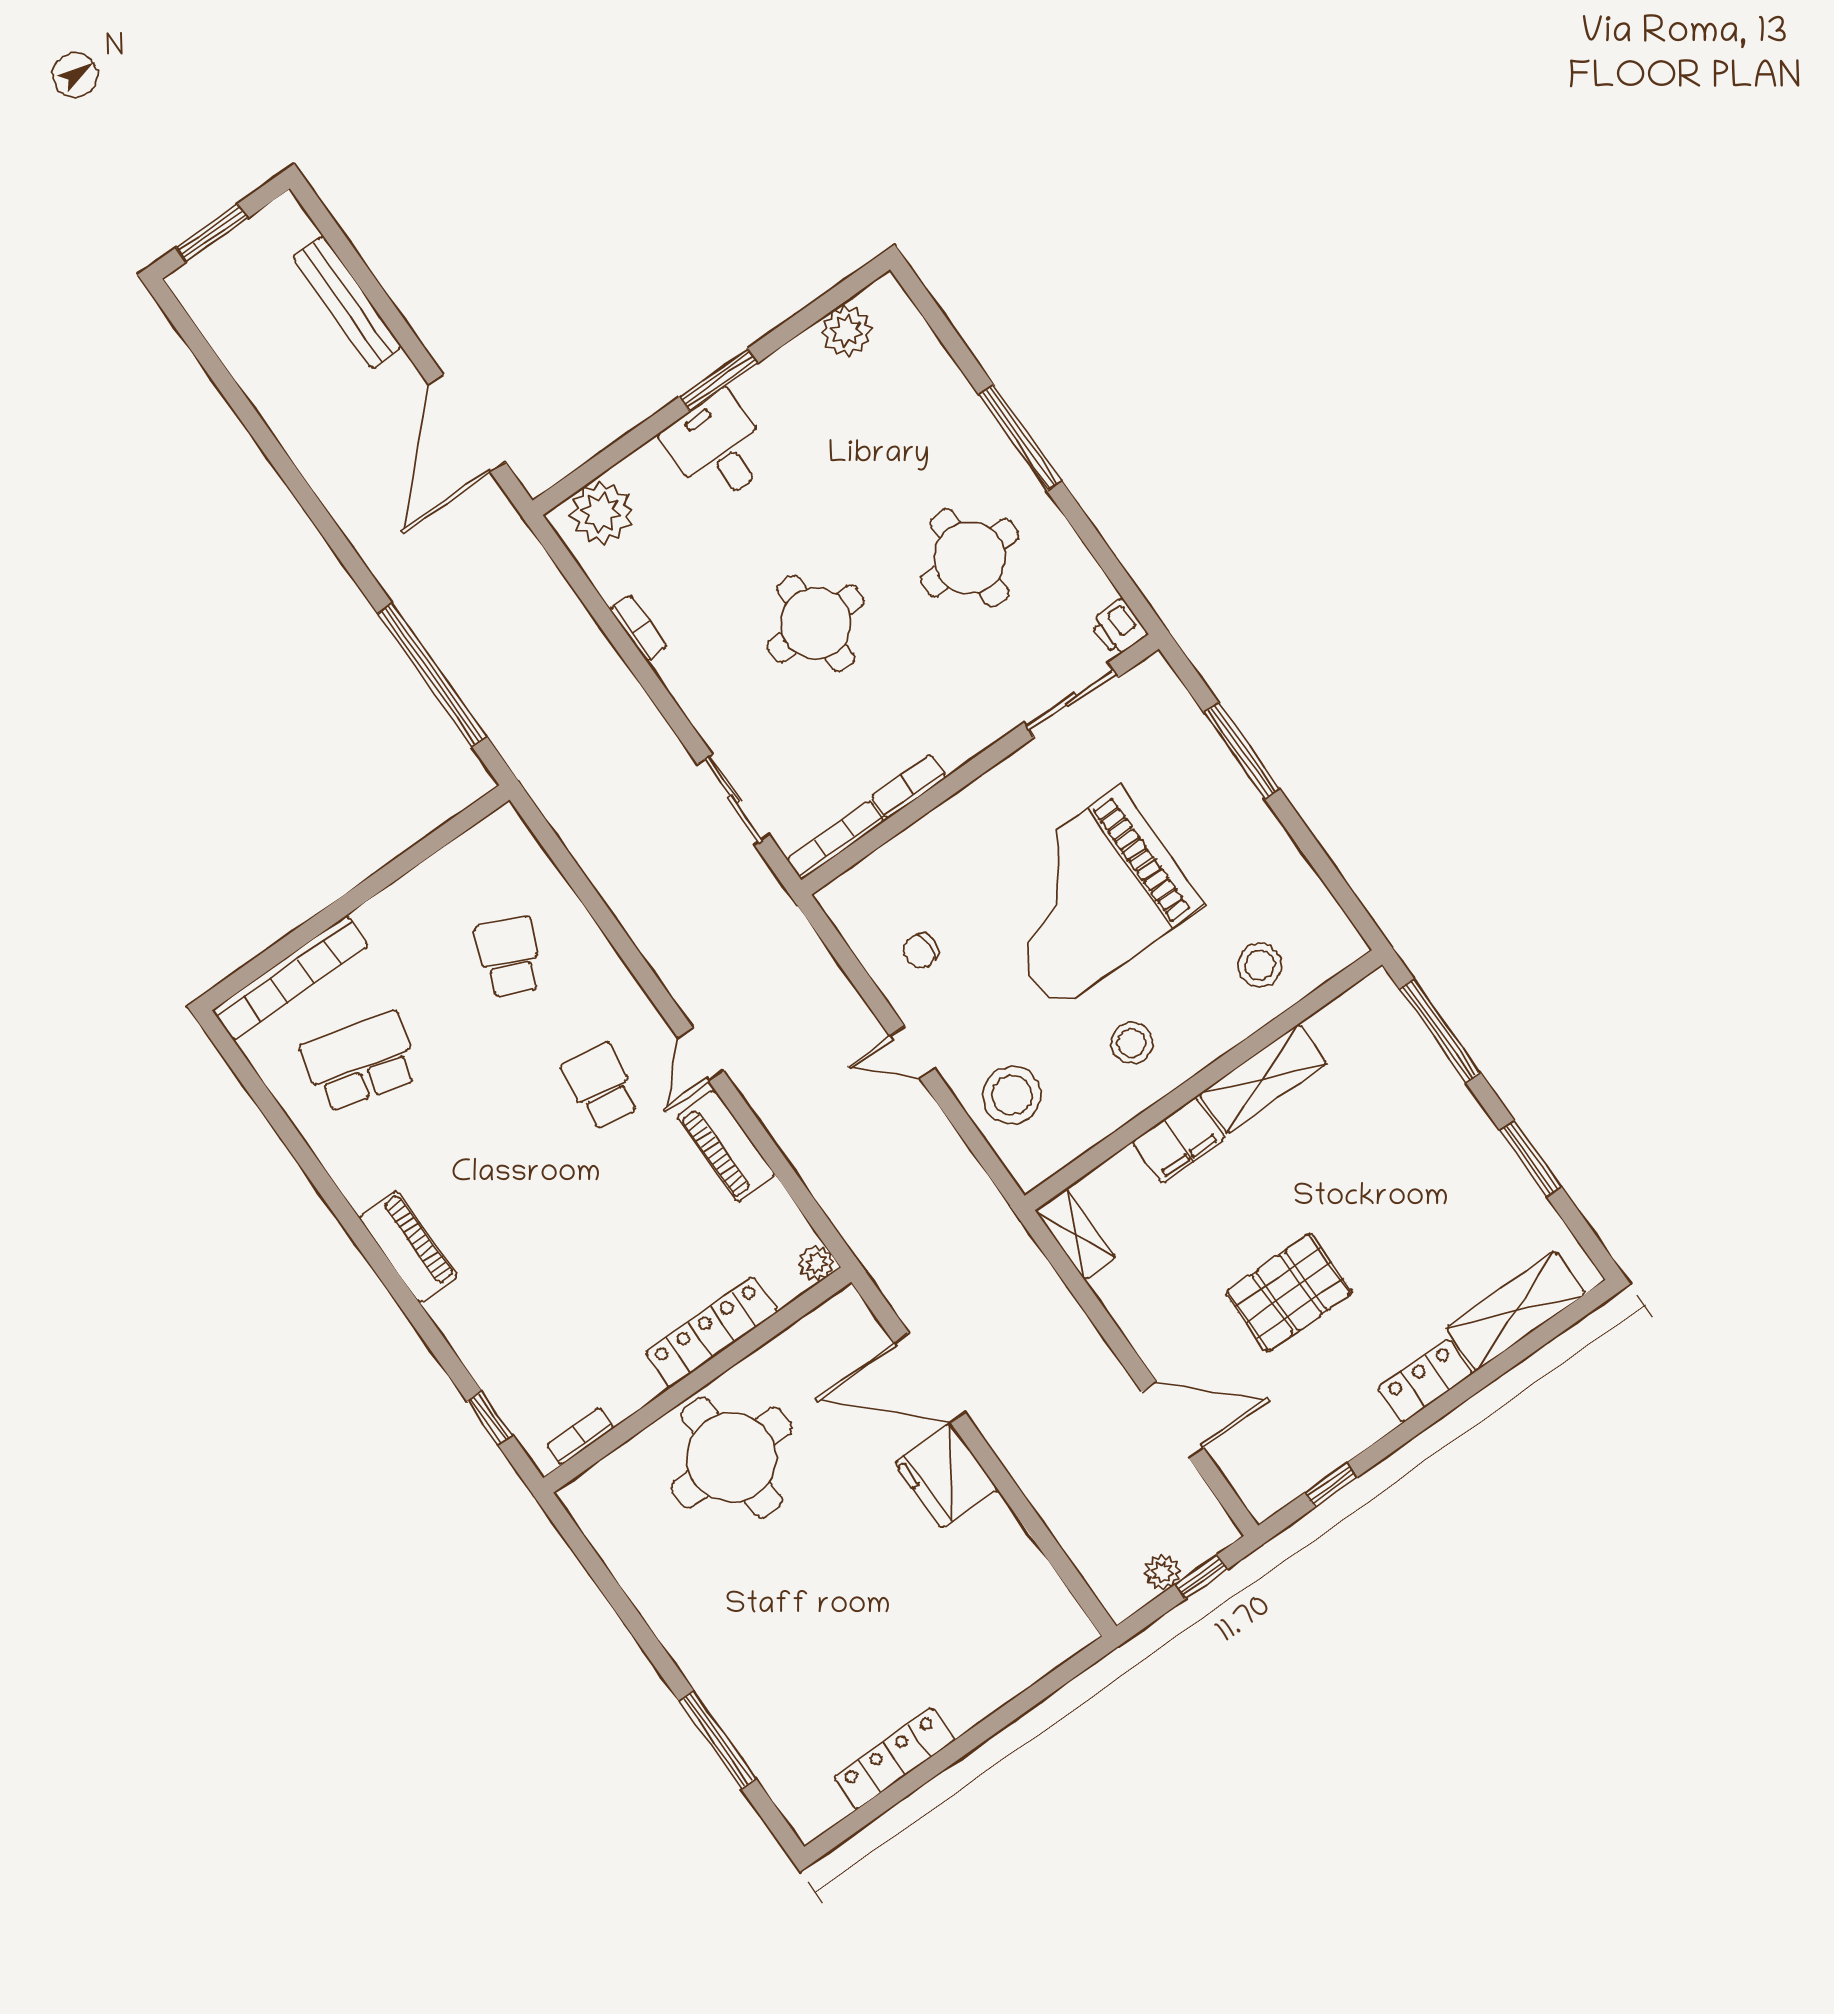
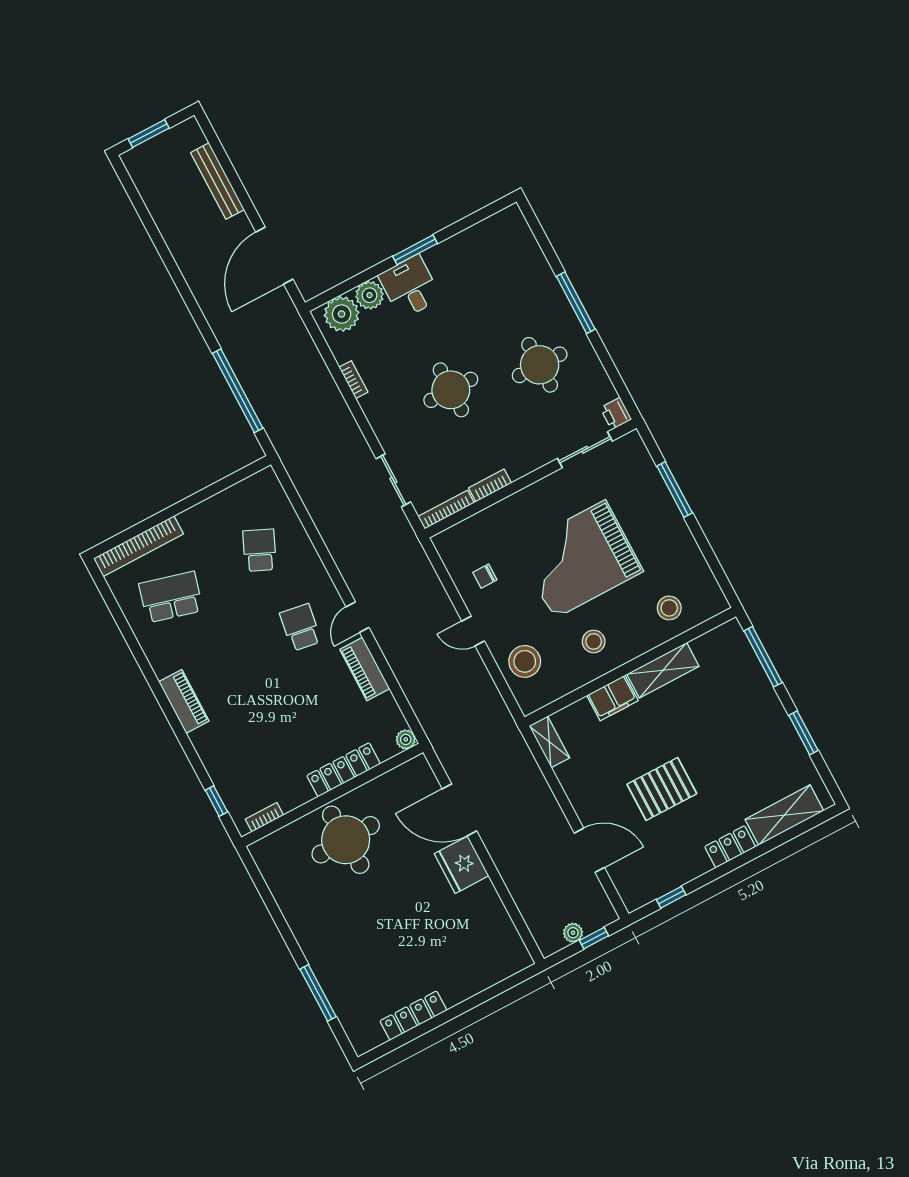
plant: (847, 331) -> (370, 295), moved

